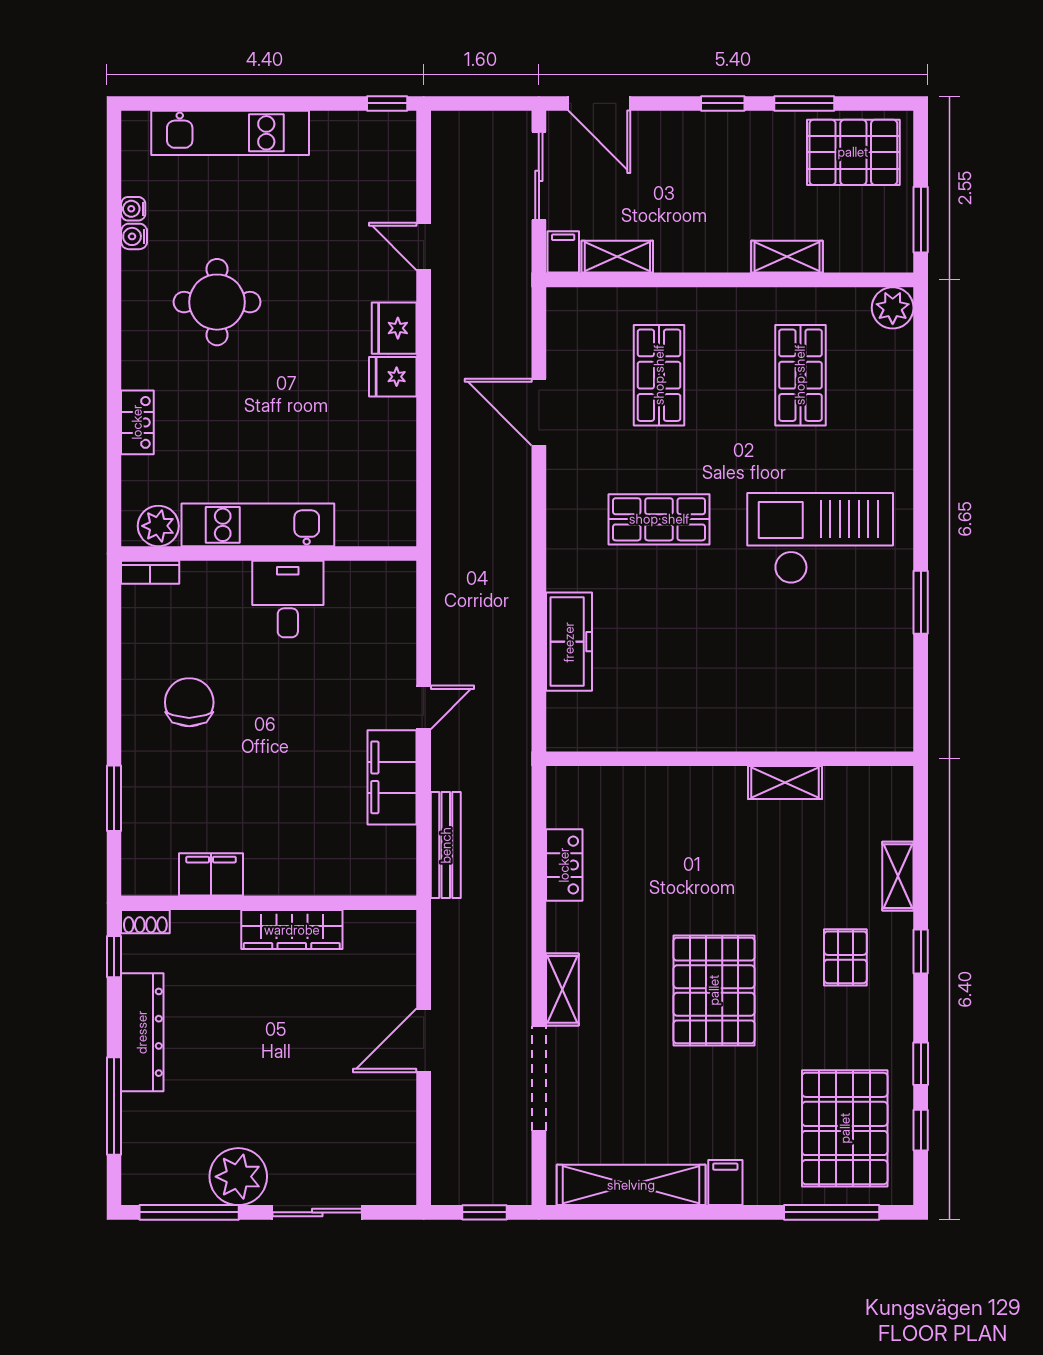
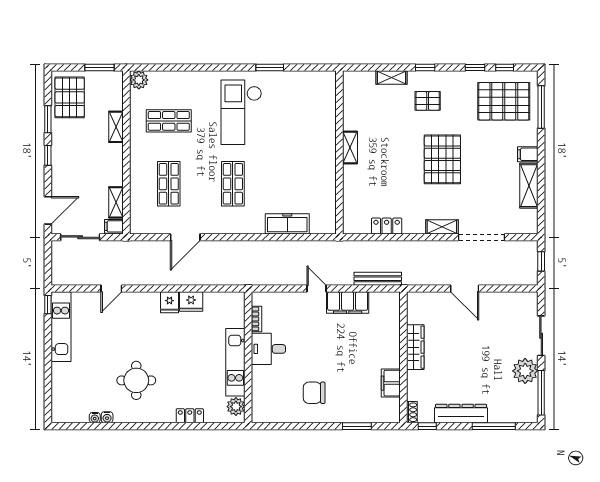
kitchen unit: (230, 133) -> (61, 327), moved
fridge: (394, 328) -> (191, 302), moved
shop shelf: (659, 375) -> (169, 184), turned 90
bookcase: (150, 572) -> (256, 319), moved
shelving: (785, 783) -> (350, 147), moved
pallet: (714, 990) -> (442, 159), turned 90
shelving: (631, 1185) -> (529, 186), width x0.68

